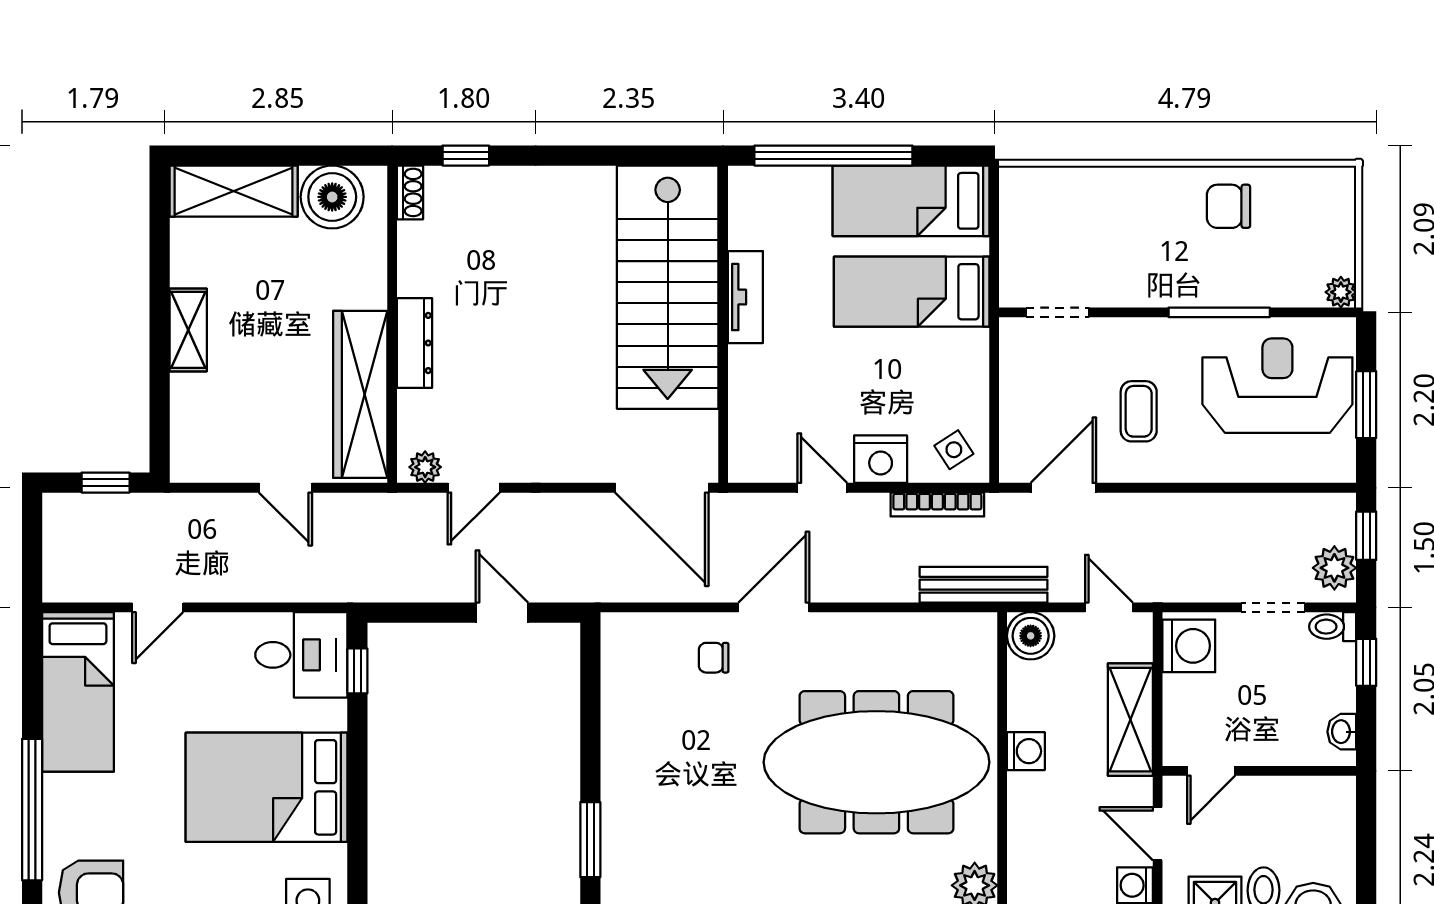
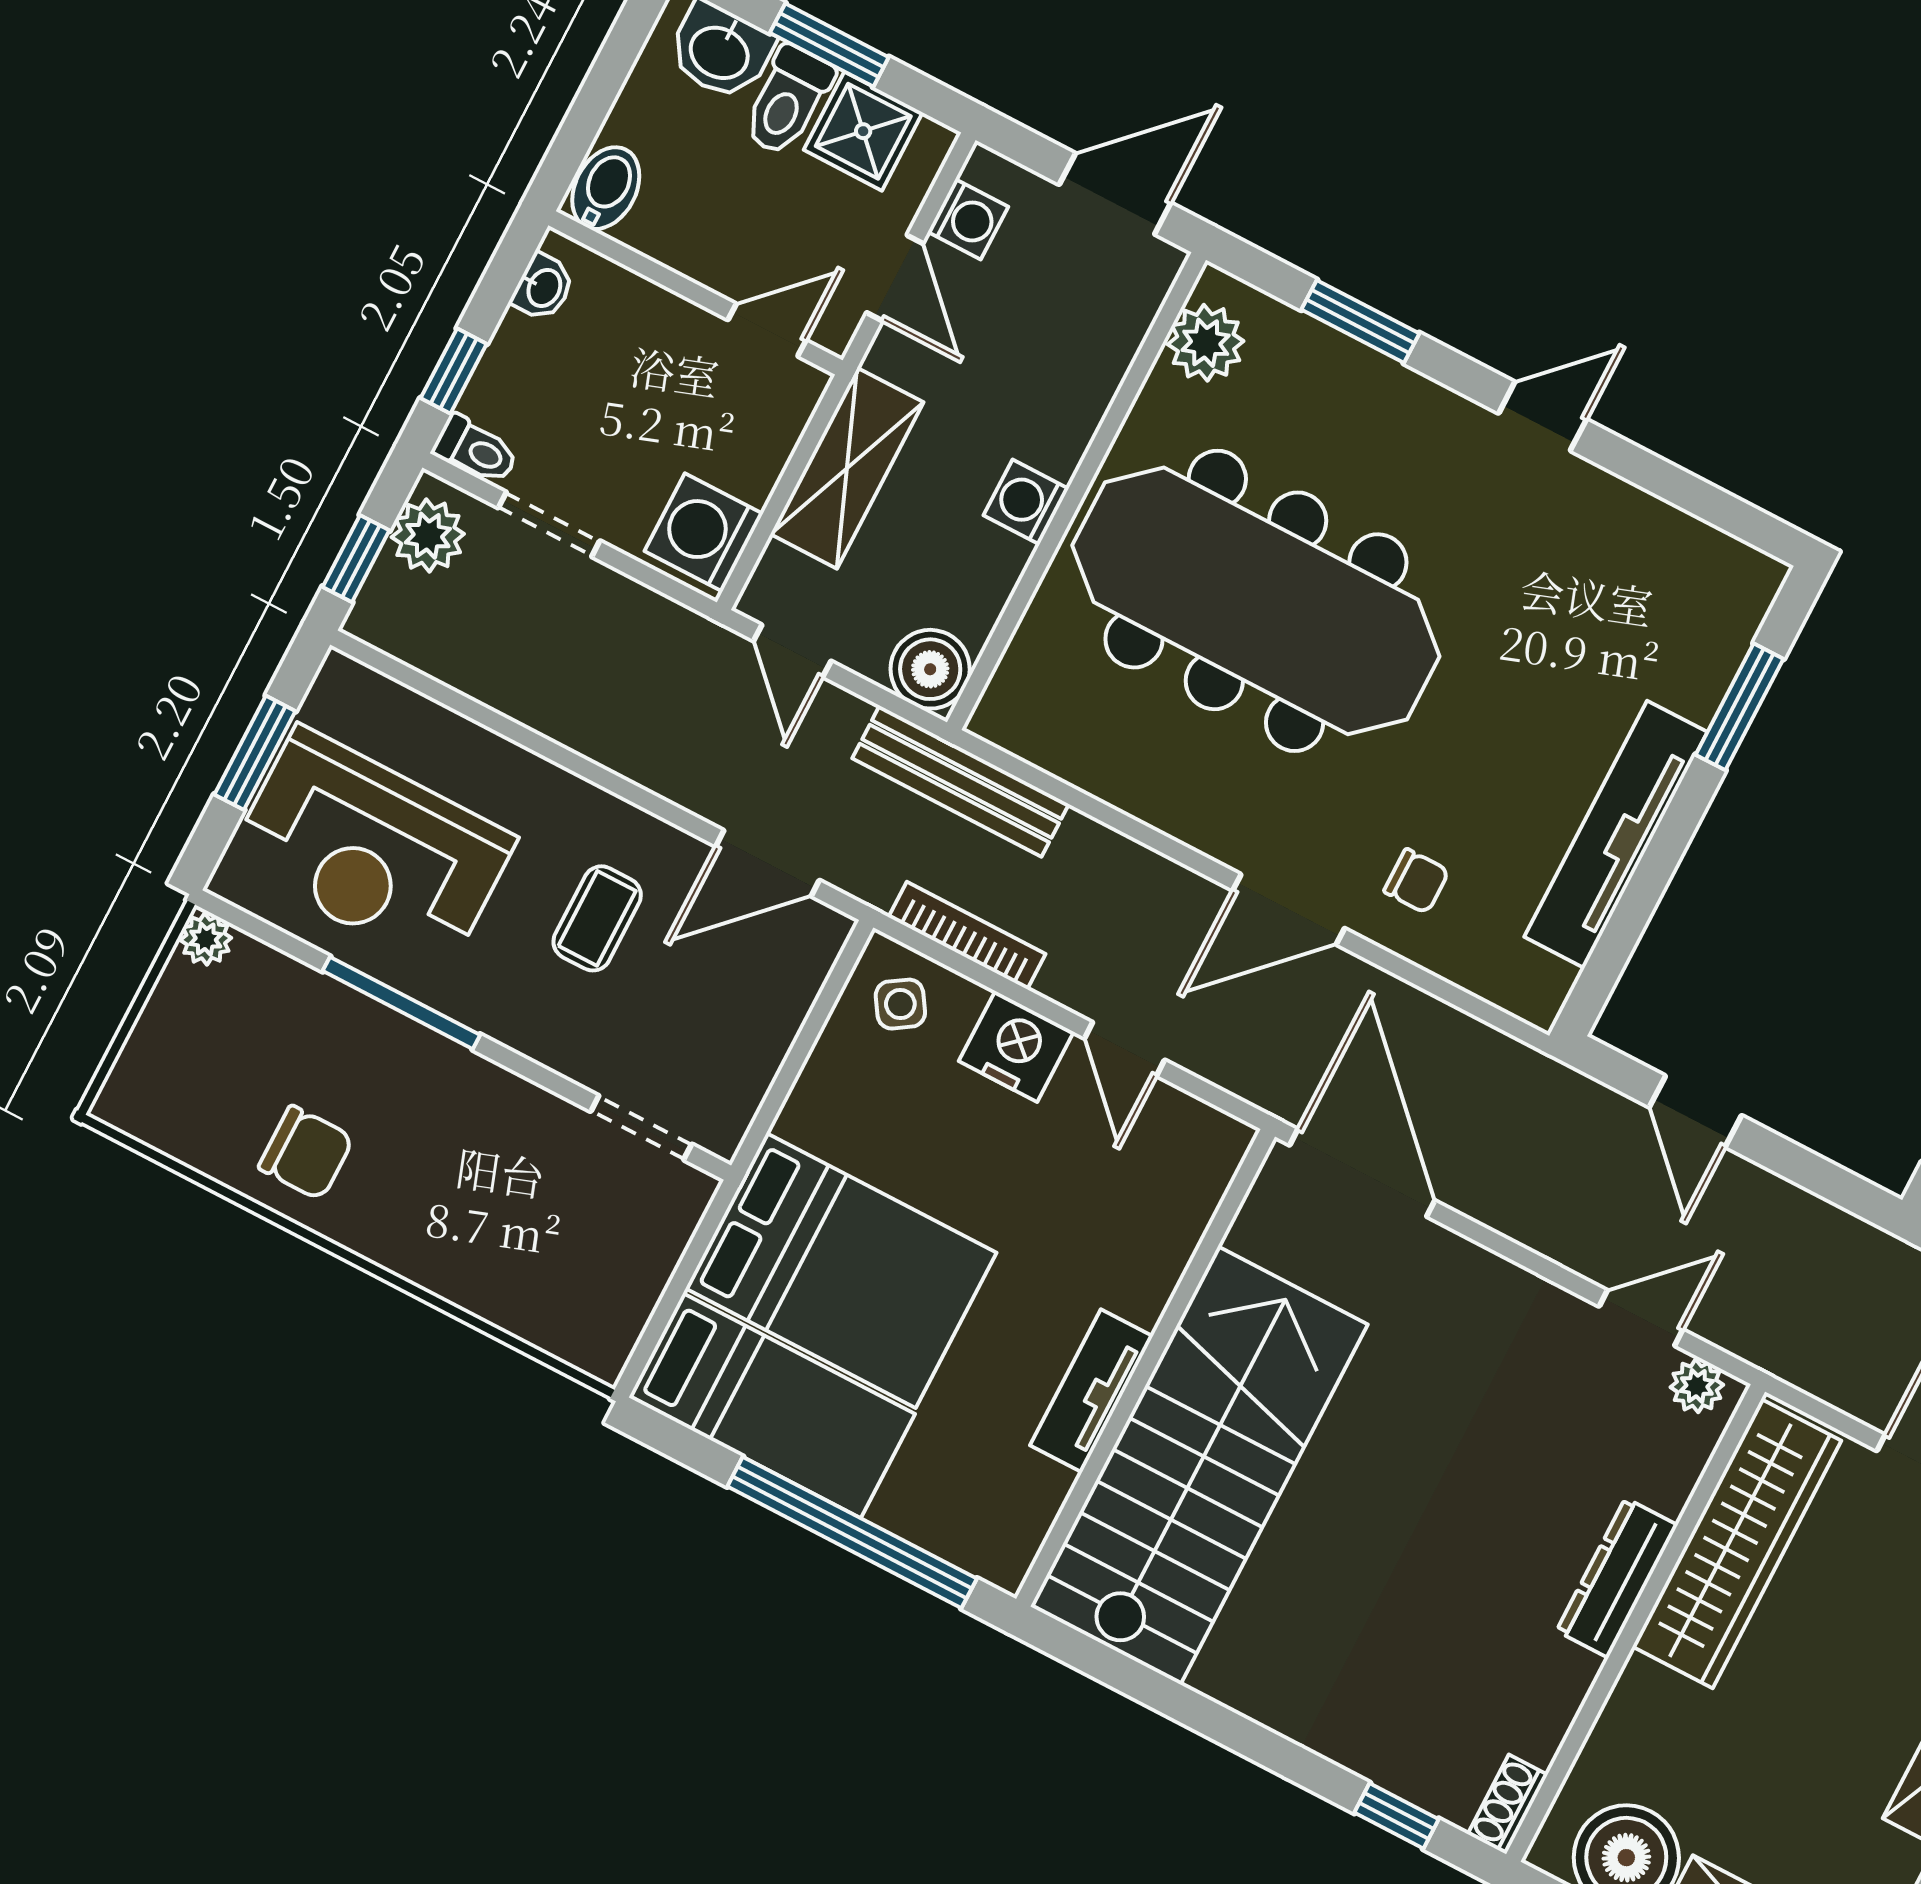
bed: (912, 292) -> (841, 1271), width x1.50
tv unit: (621, 738) -> (1616, 834), added
bidet: (1336, 802) -> (606, 188), added

